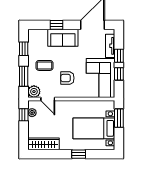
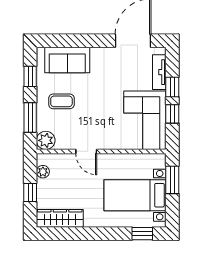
window: (56, 25) -> (79, 41), removed
sofa: (63, 38) -> (67, 60), moved
armchair: (67, 78) -> (96, 120), removed
door: (48, 99) -> (86, 151), moved
window: (24, 115) -> (30, 193), moved
window: (79, 154) -> (142, 234), moved

